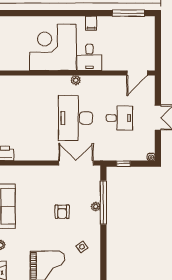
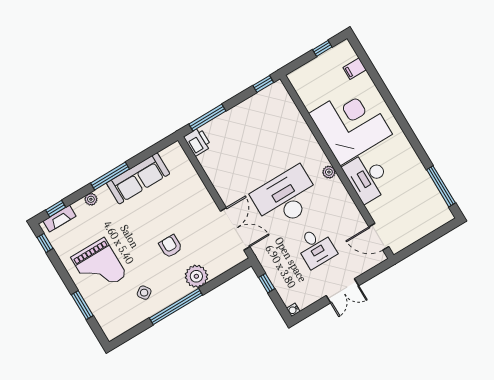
filing cabinet: (91, 23) -> (355, 69), moved
desk: (89, 57) -> (367, 177), width x1.37
window: (103, 203) -> (176, 307), moved
plant: (96, 207) -> (196, 276), width x1.88, depth x1.88
armchair: (62, 212) -> (170, 246), turned 90

